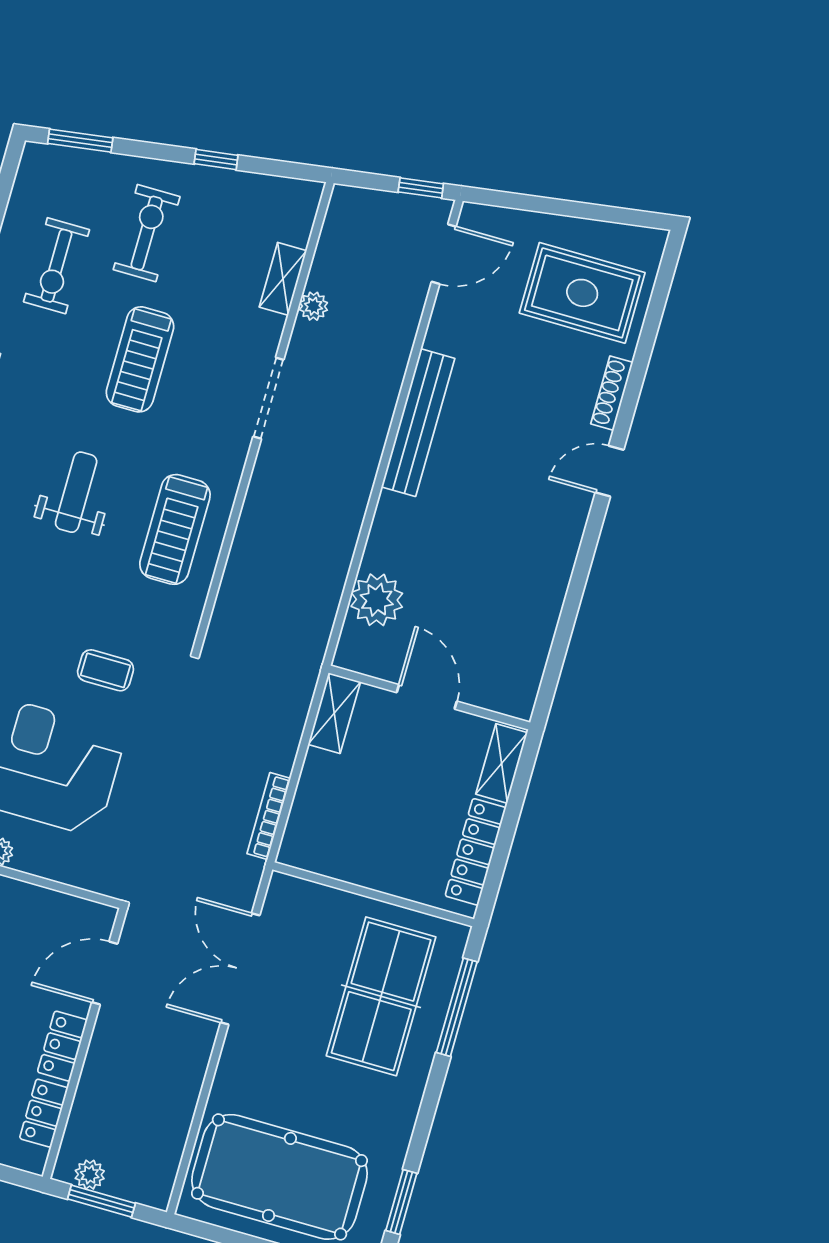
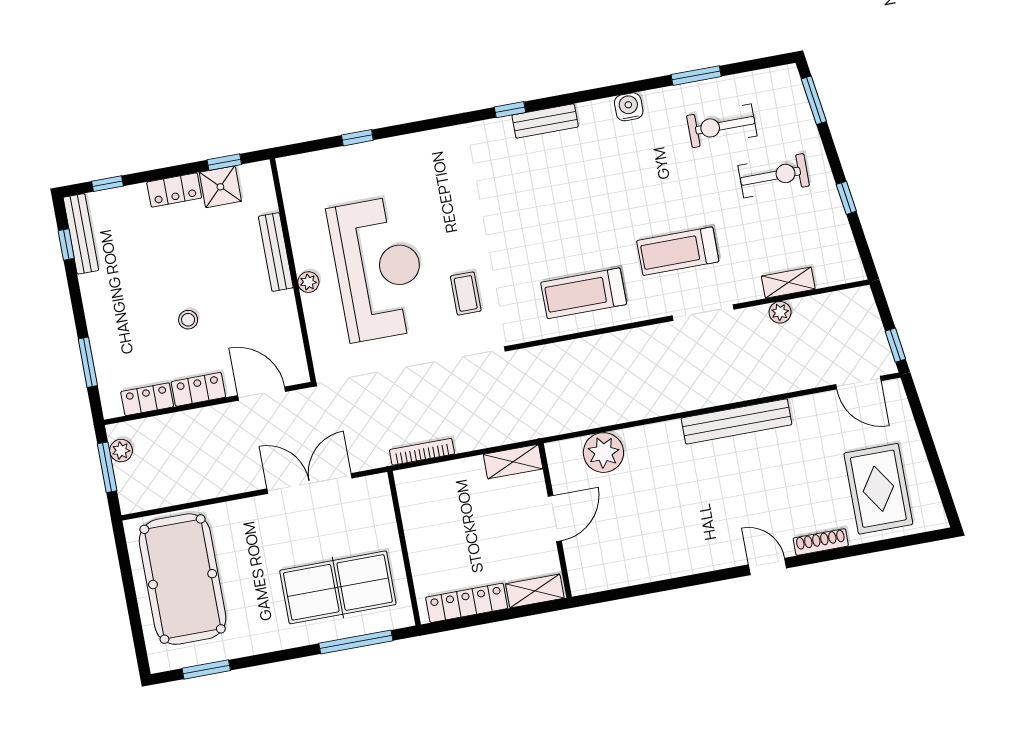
treadmill: (140, 359) -> (678, 251), moved
weight bench: (76, 492) -> (576, 214), removed

